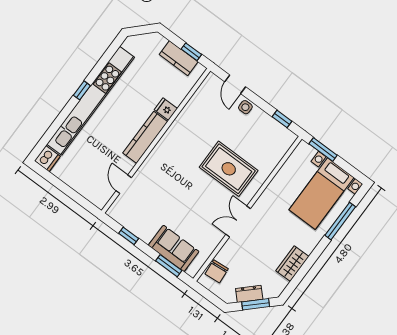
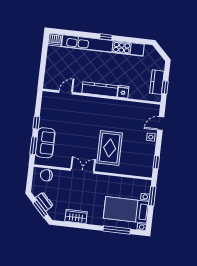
window: (129, 236) -> (36, 123), moved

